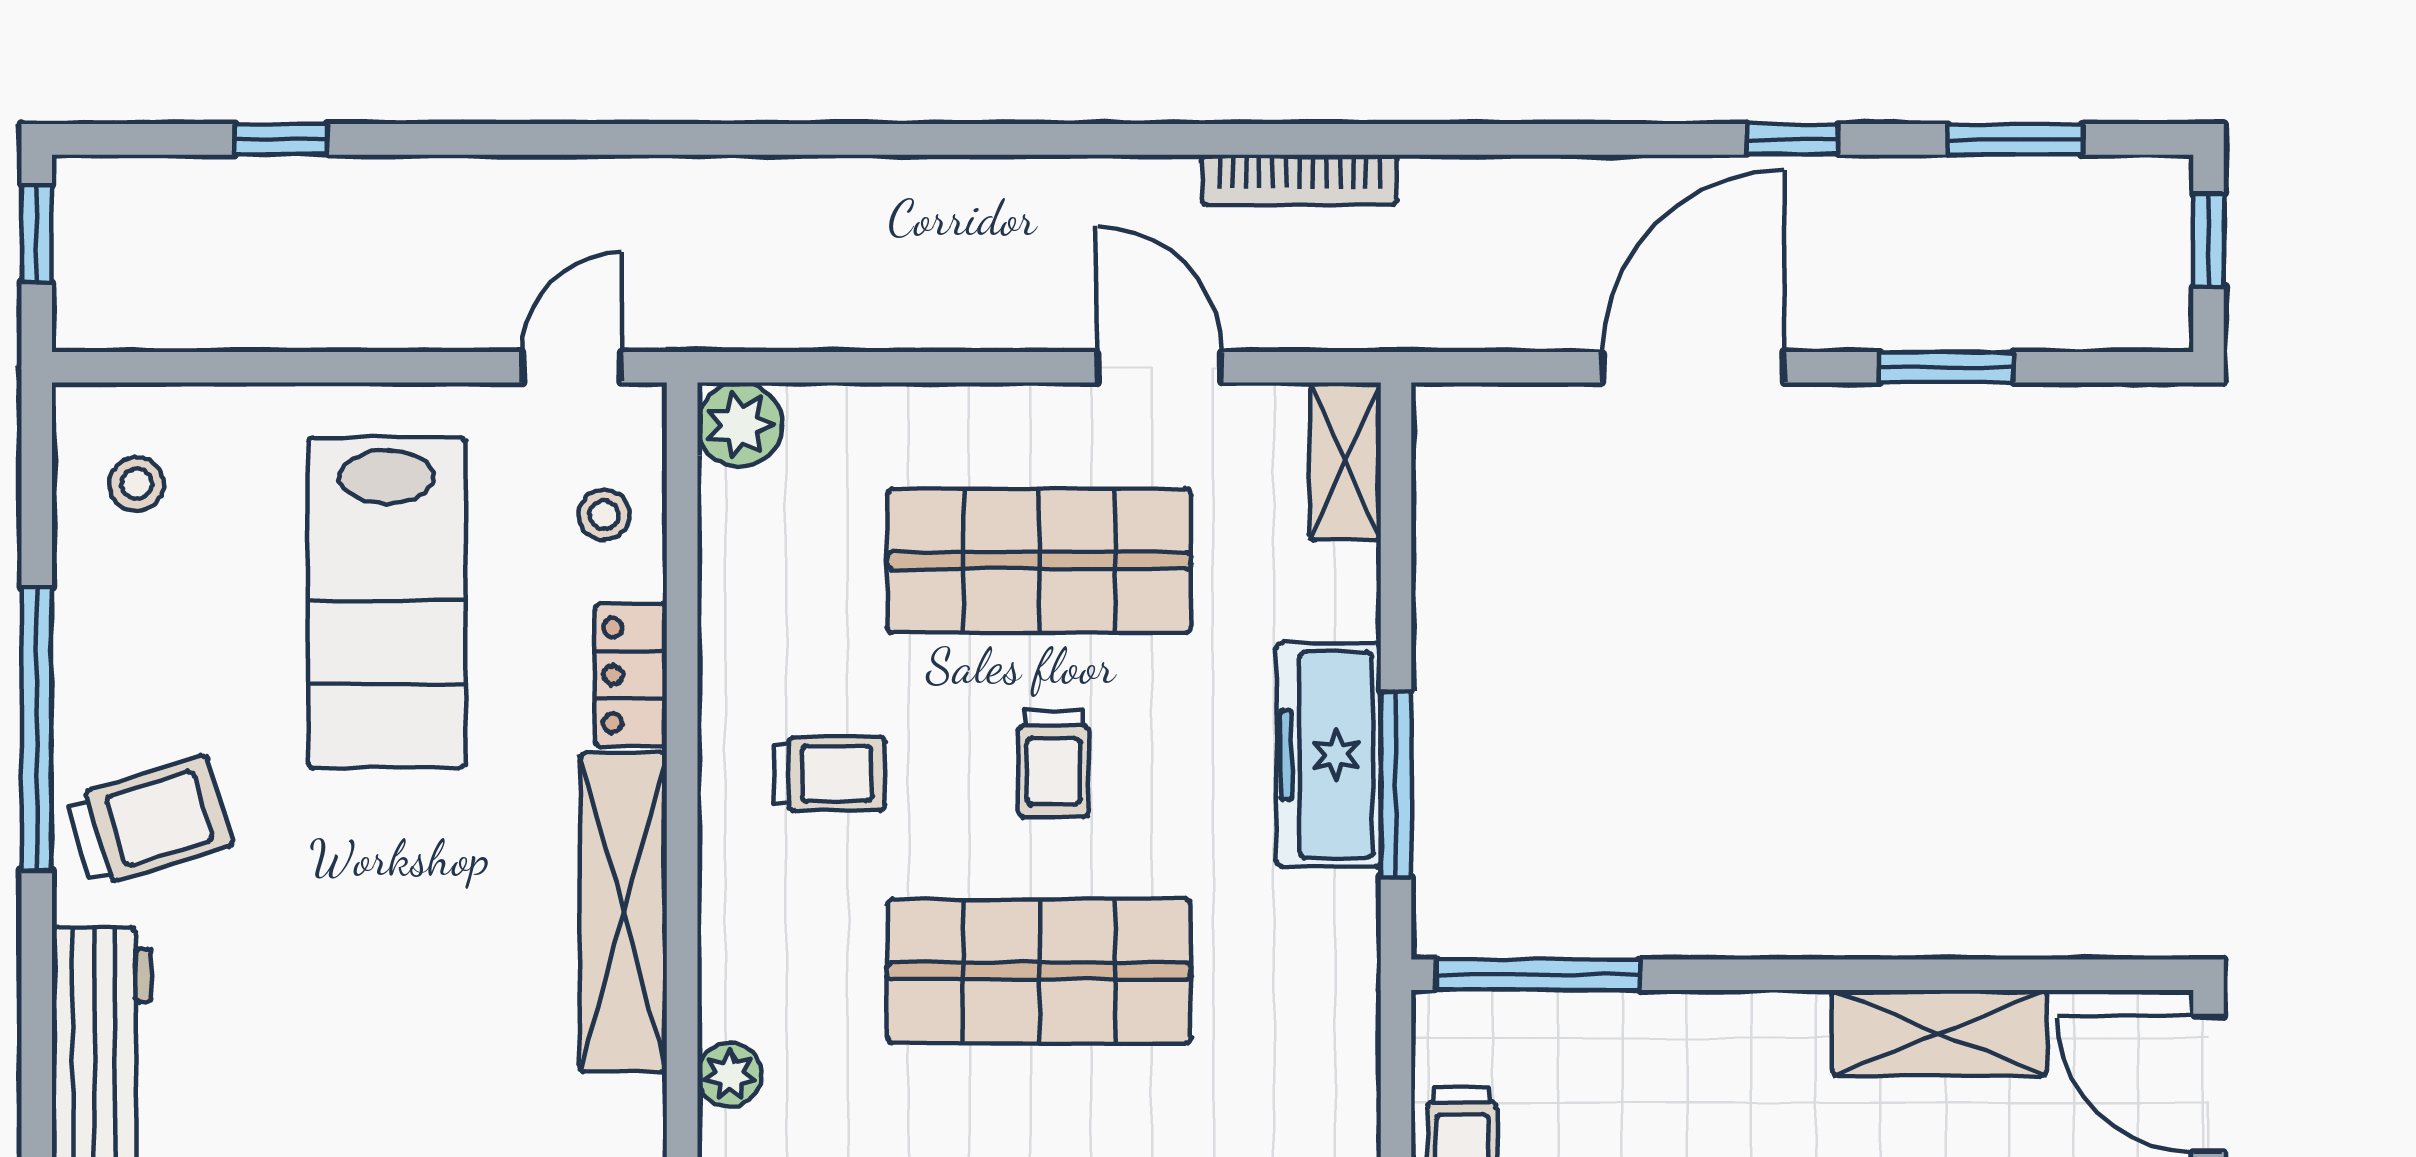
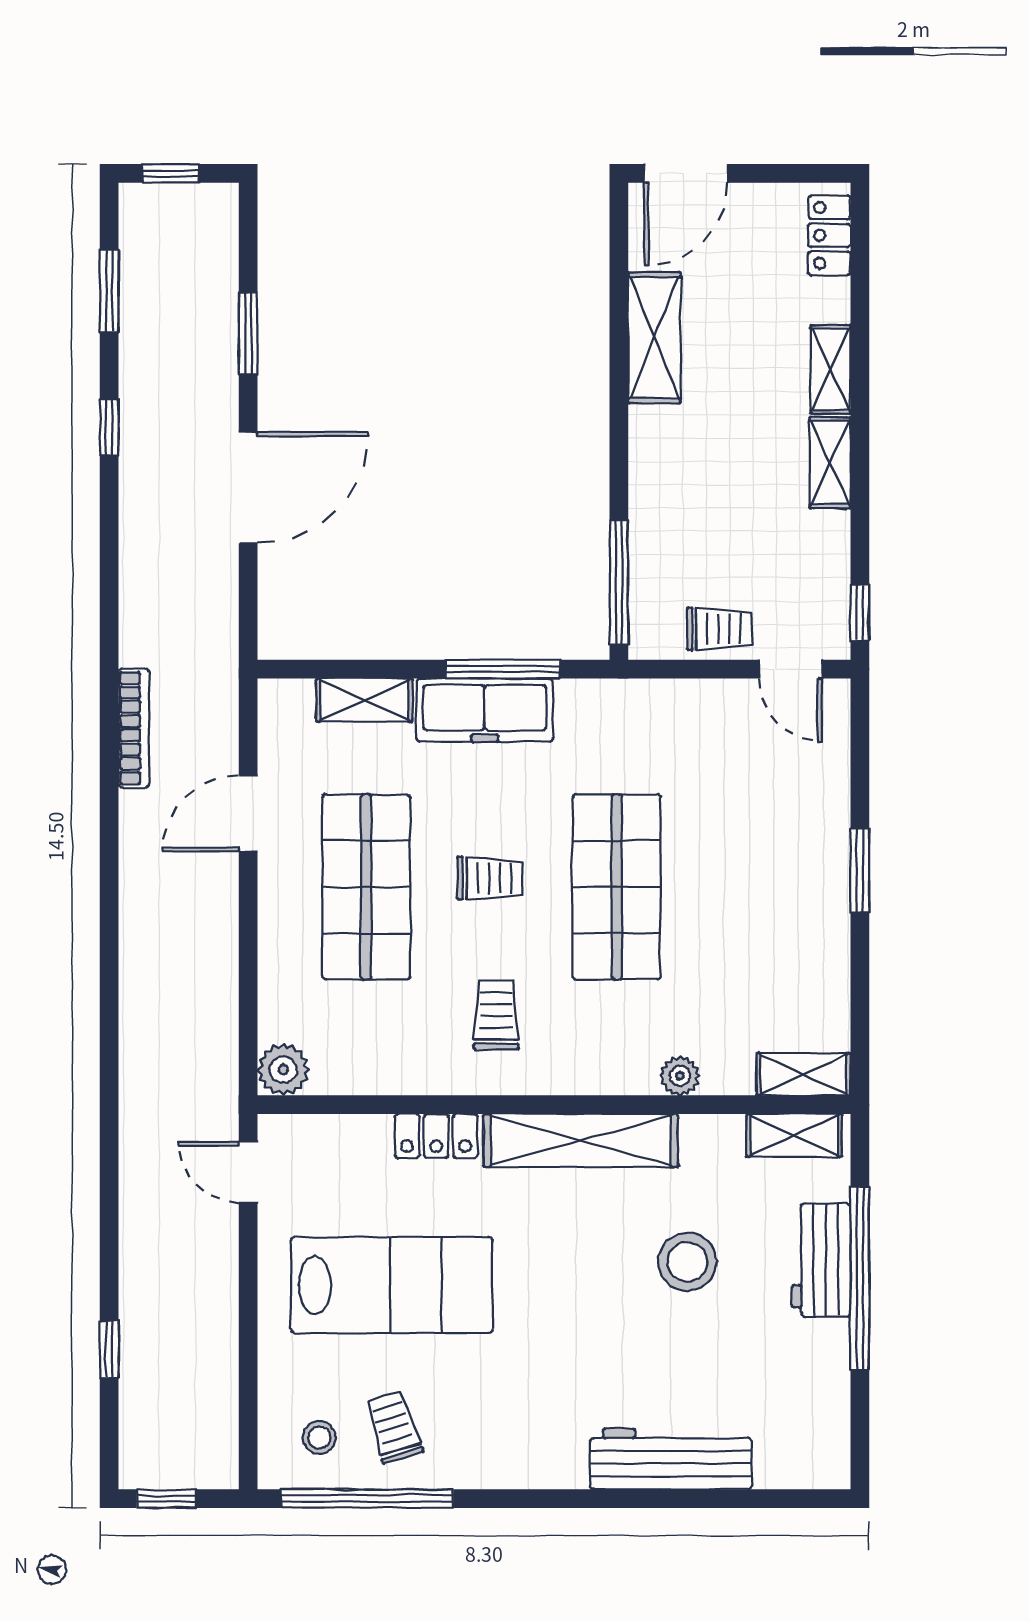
door: (1693, 367) -> (248, 488), swing flipped
shelving: (1345, 461) -> (364, 700), moved
stool: (604, 515) -> (687, 1262), moved, width x1.89, depth x1.89
window: (37, 729) -> (367, 1499), moved
trolley: (150, 821) -> (394, 1427), moved, width x0.73, depth x0.72

